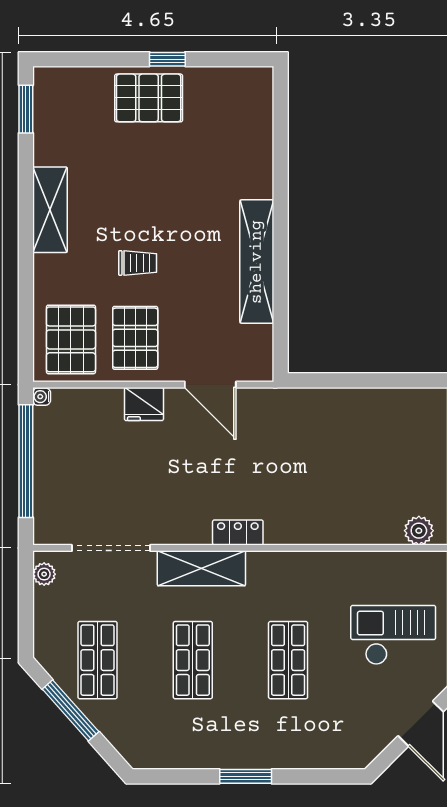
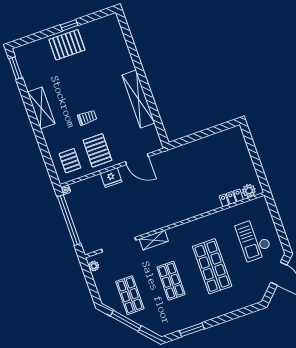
pallet: (71, 339) -> (70, 161), width x0.67, depth x0.71
locker: (238, 532) -> (231, 198), moved
shelving: (201, 568) -> (154, 240), width x0.67, depth x0.75
checkout: (393, 635) -> (254, 240), turned -90
shop shelf: (288, 660) -> (212, 266), width x1.43, depth x1.36
window: (246, 776) -> (192, 330), moved

